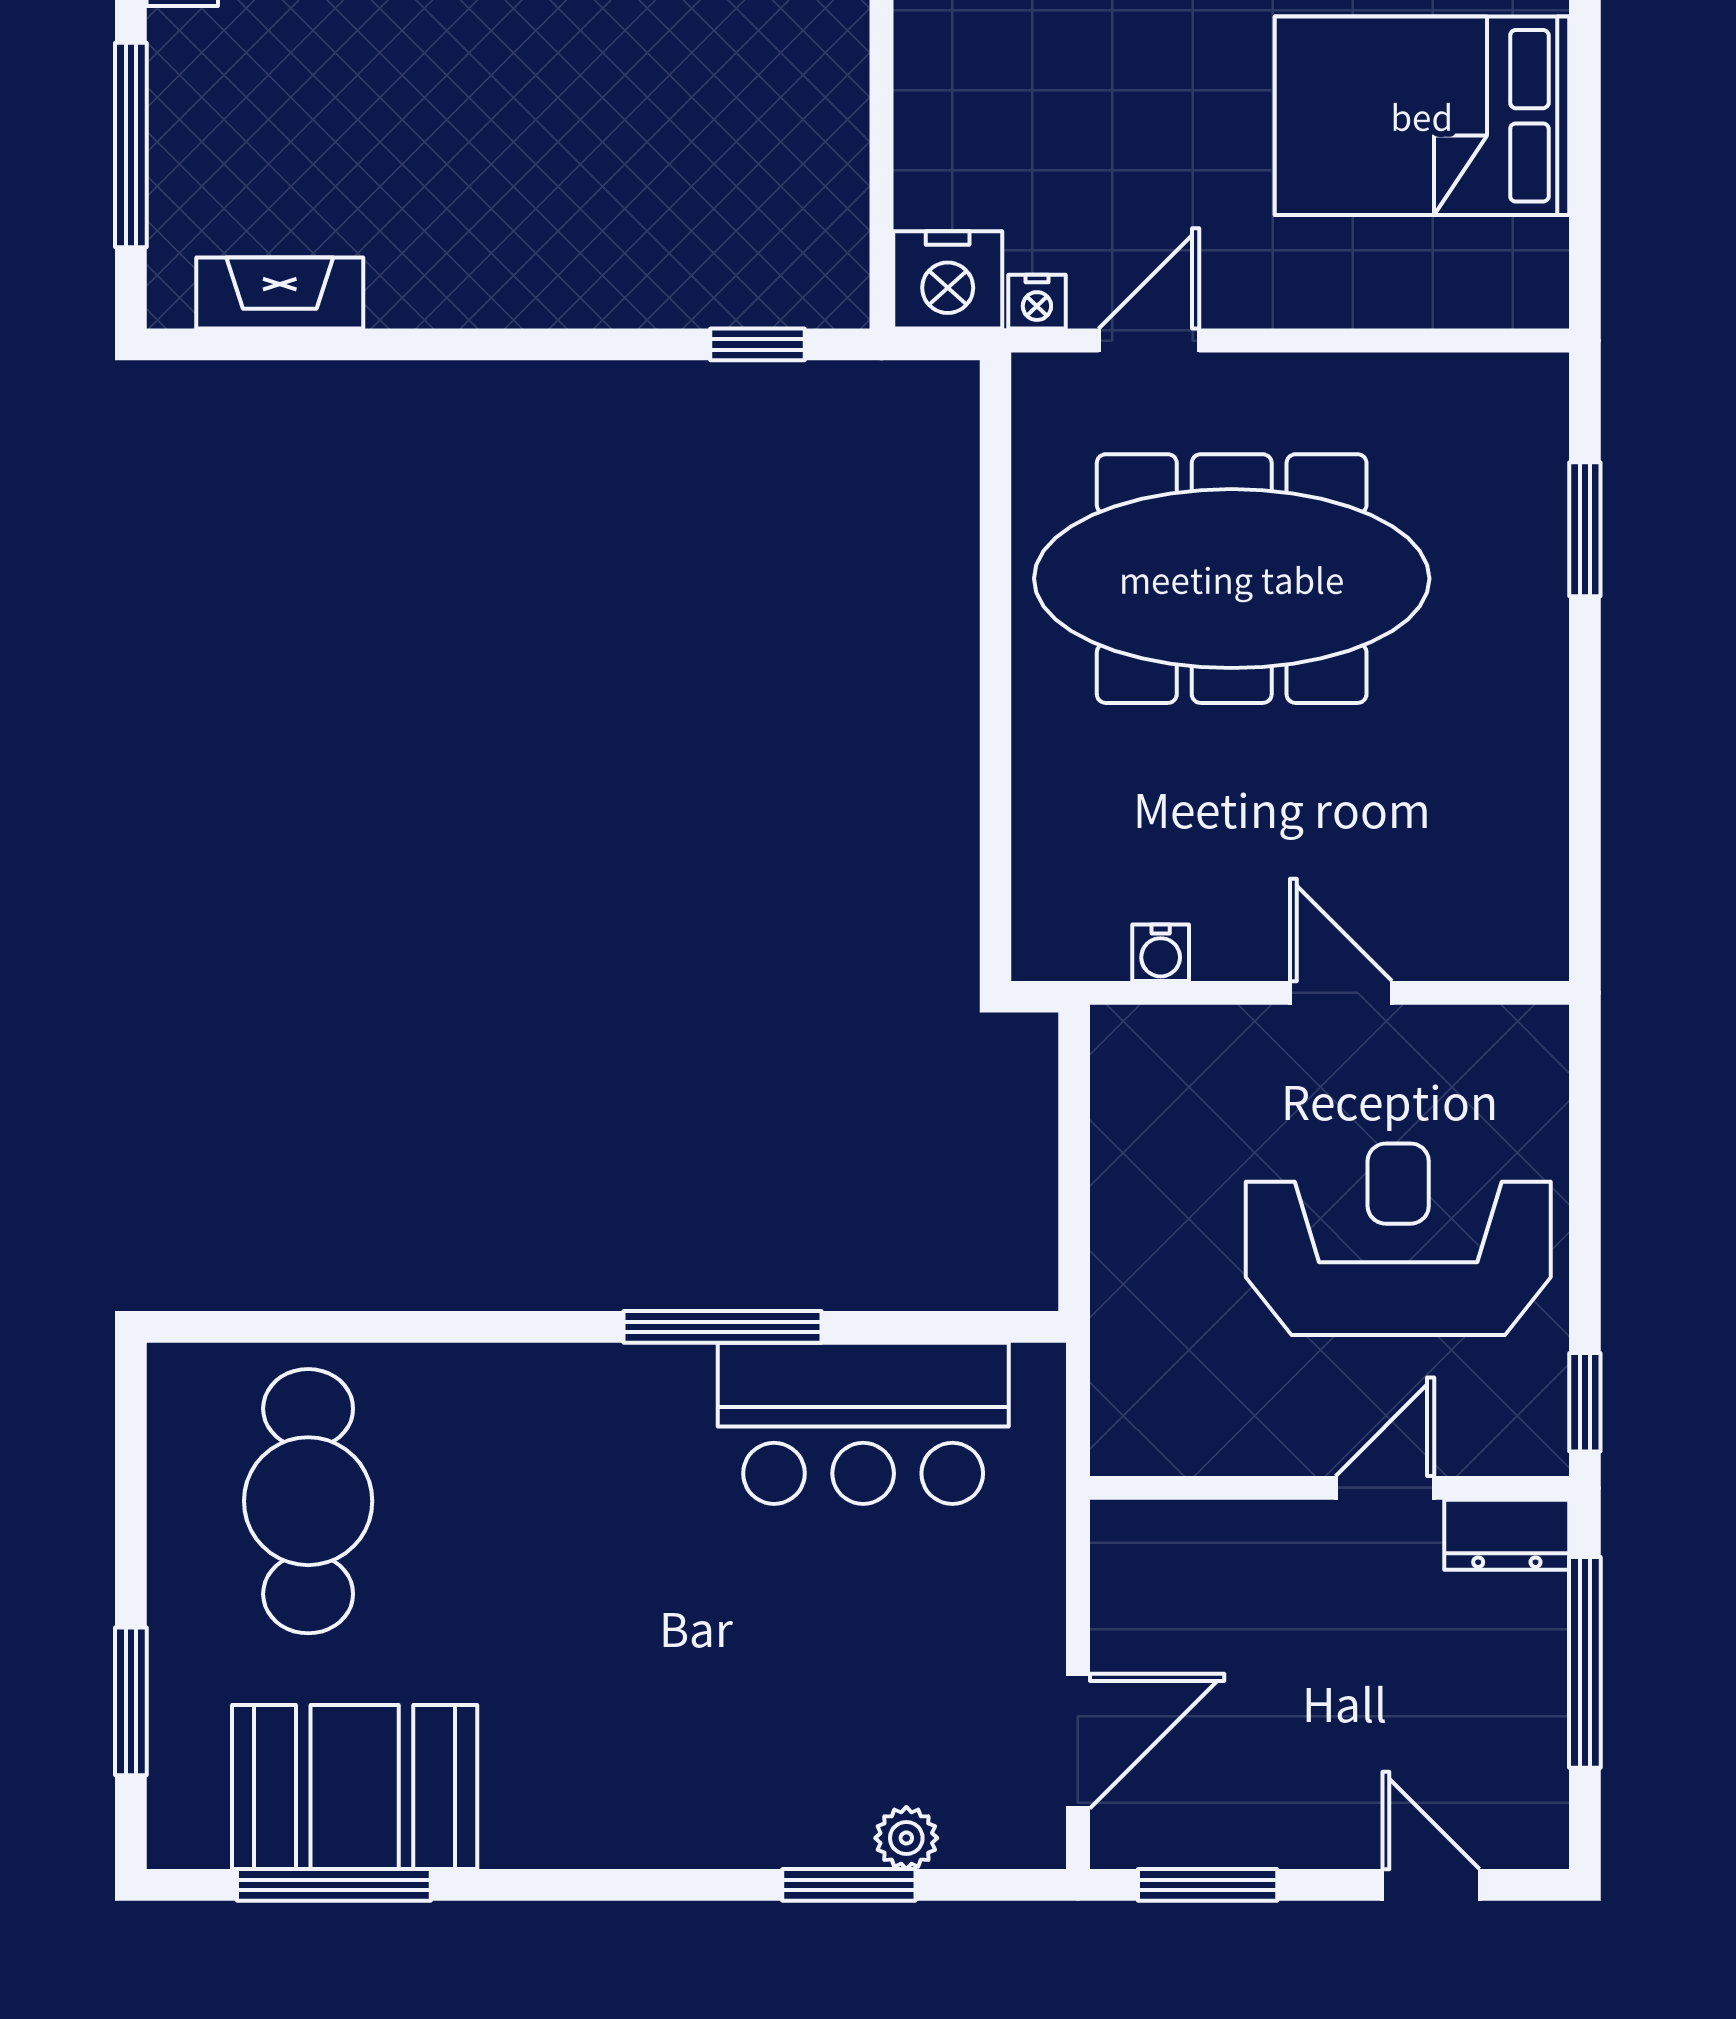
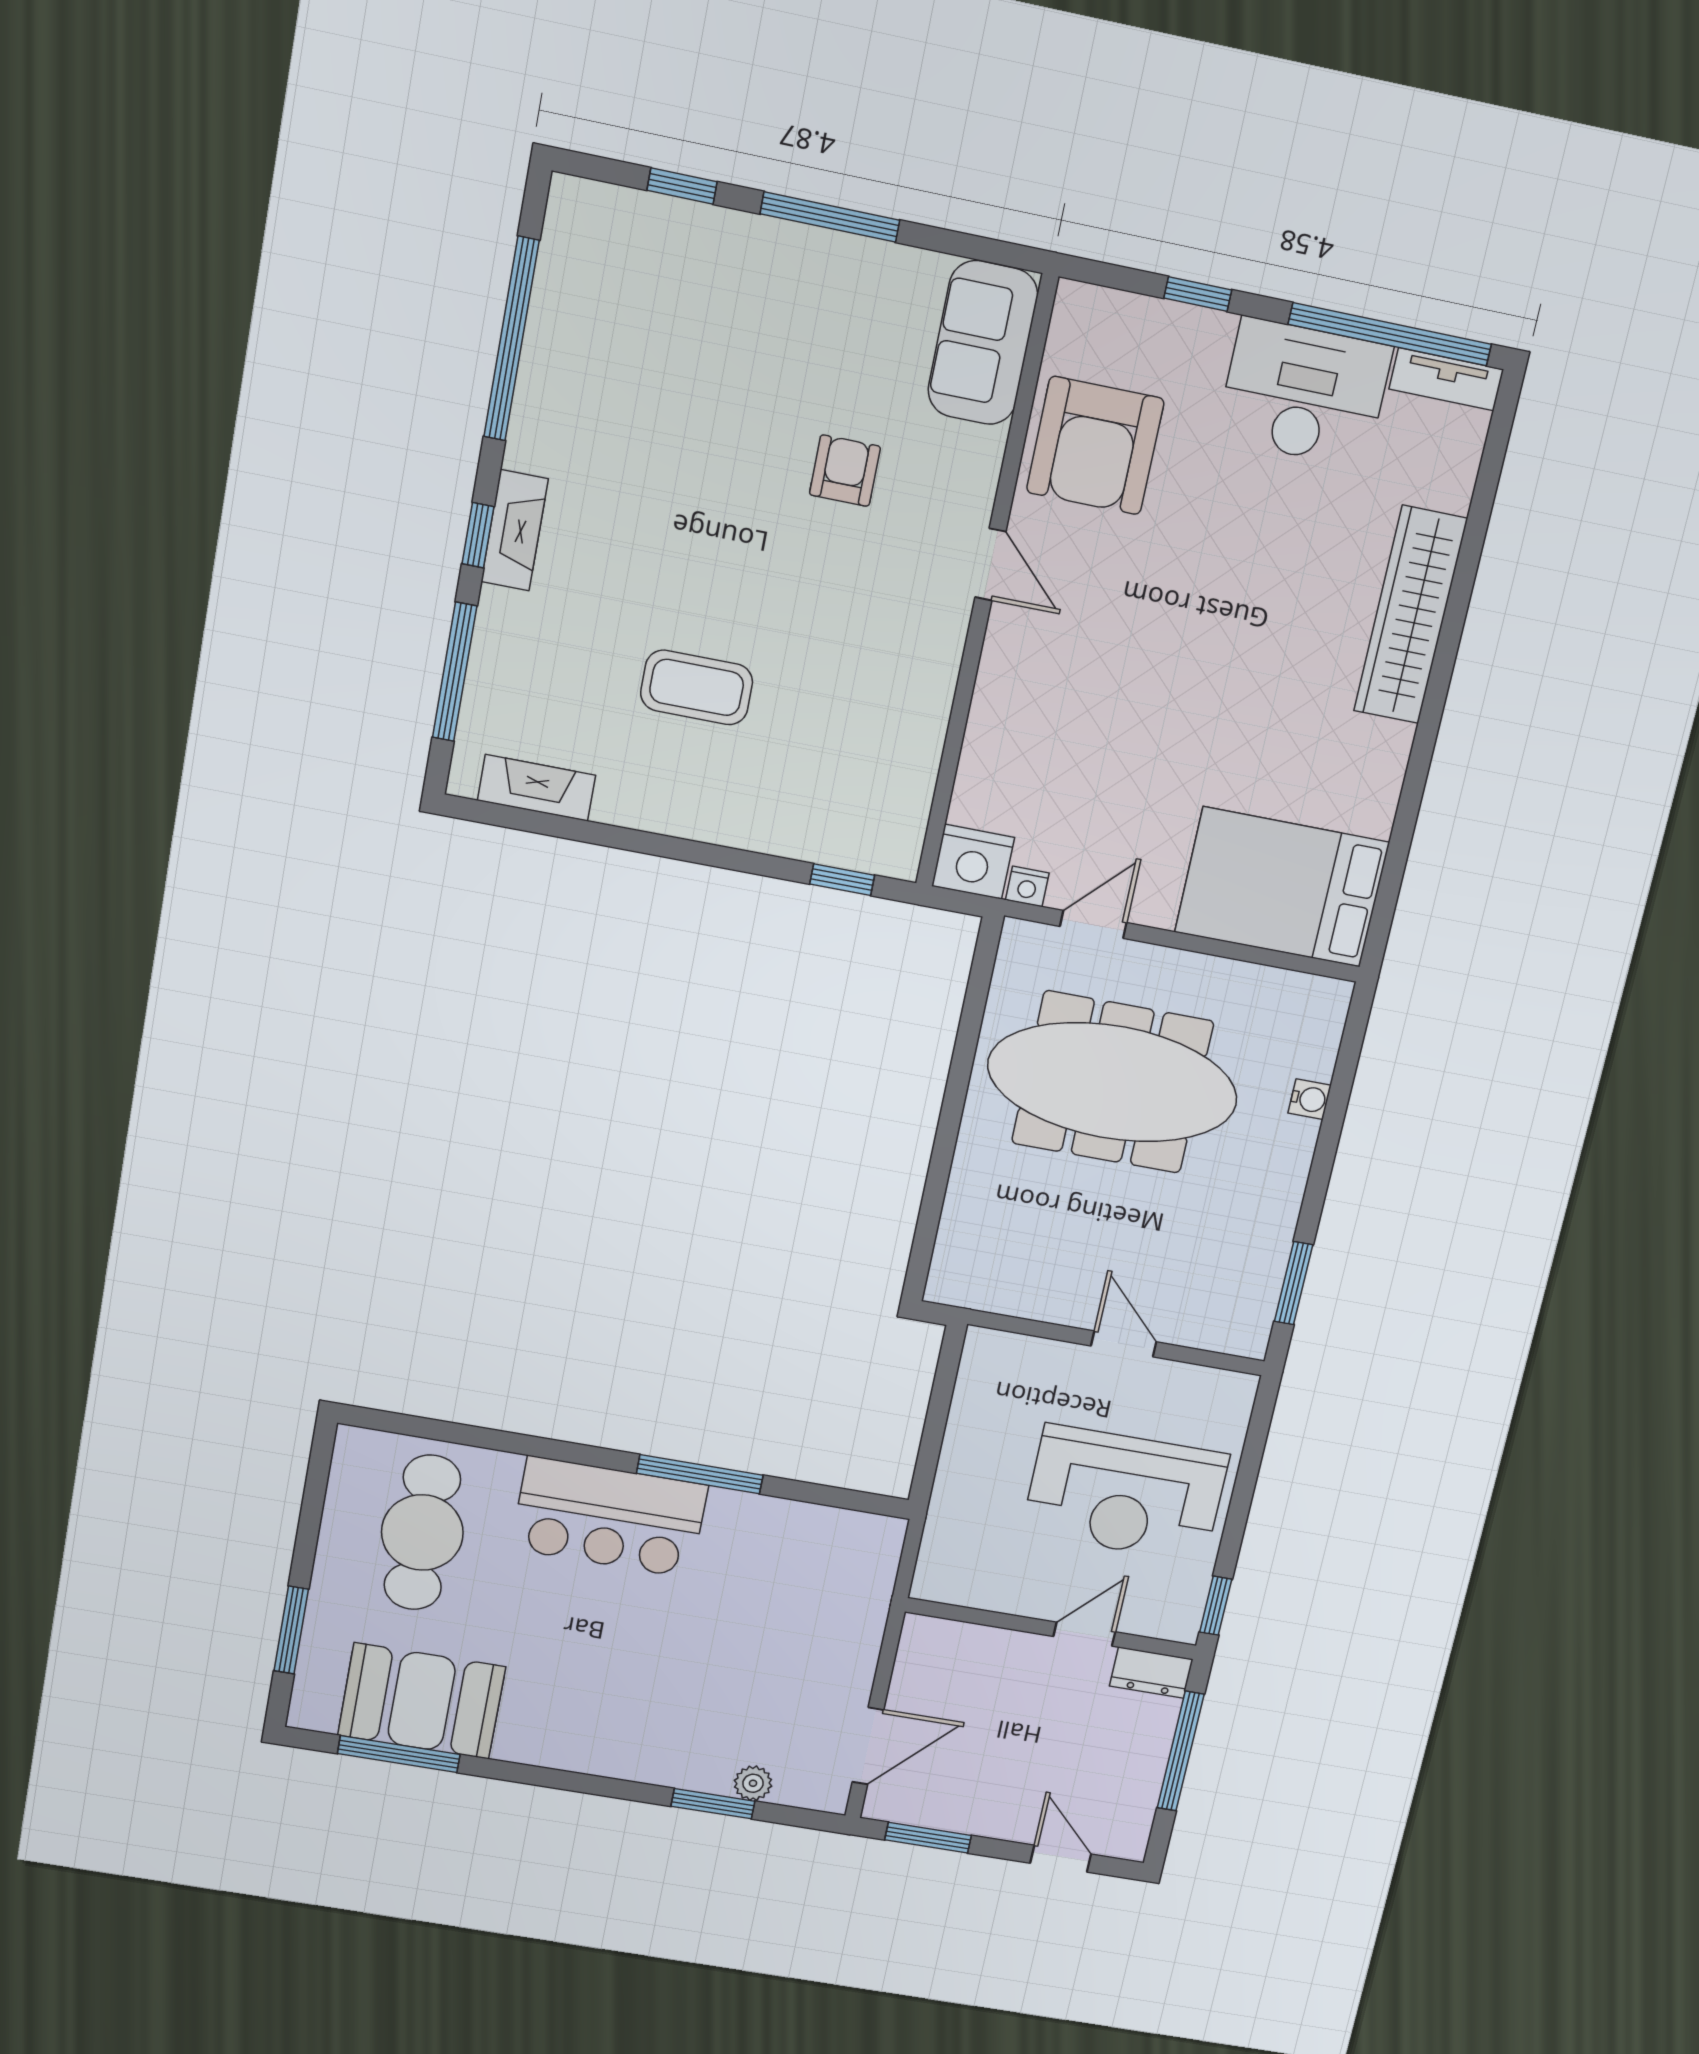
coffee table: (487, 99) -> (697, 687), added
bed: (1422, 116) -> (1282, 887), moved
window: (1585, 529) -> (1294, 1283), moved
water cooler: (1161, 953) -> (1310, 1099), moved, turned -90
reception desk: (1398, 1239) -> (1125, 1494), turned 180
bar counter: (863, 1423) -> (609, 1517), moved

